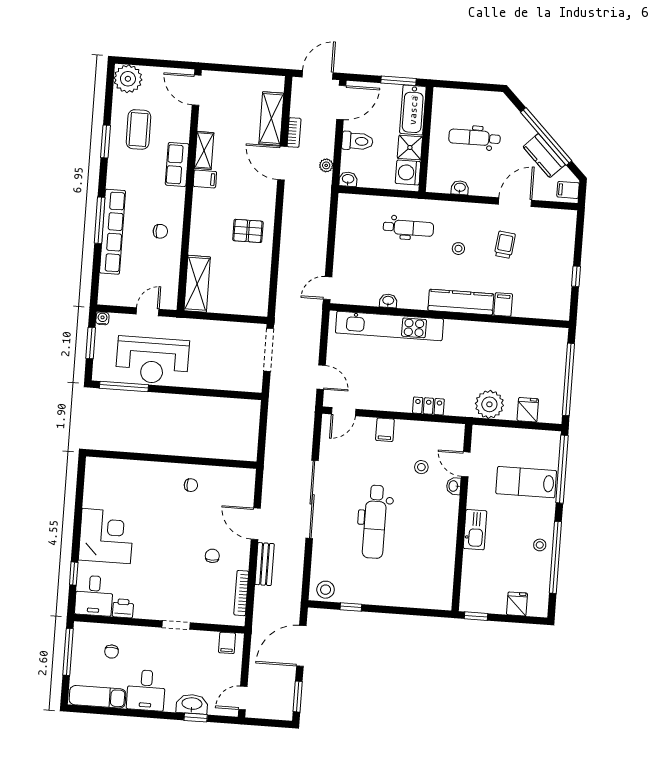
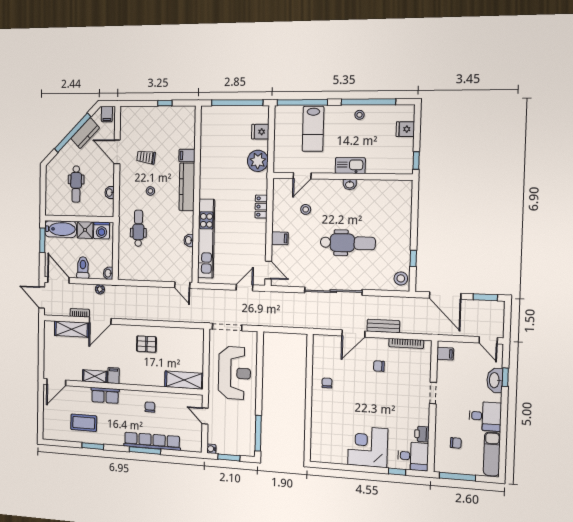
plant: (128, 79) -> (52, 430), removed
pallet: (248, 231) -> (146, 344), turned 90
reception desk: (152, 360) -> (234, 373), moved
washbasin: (454, 486) -> (350, 184), moved

